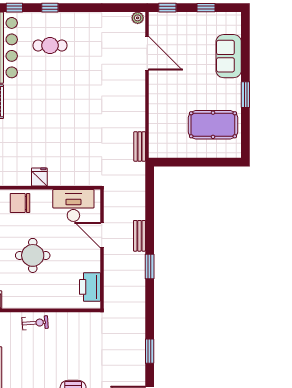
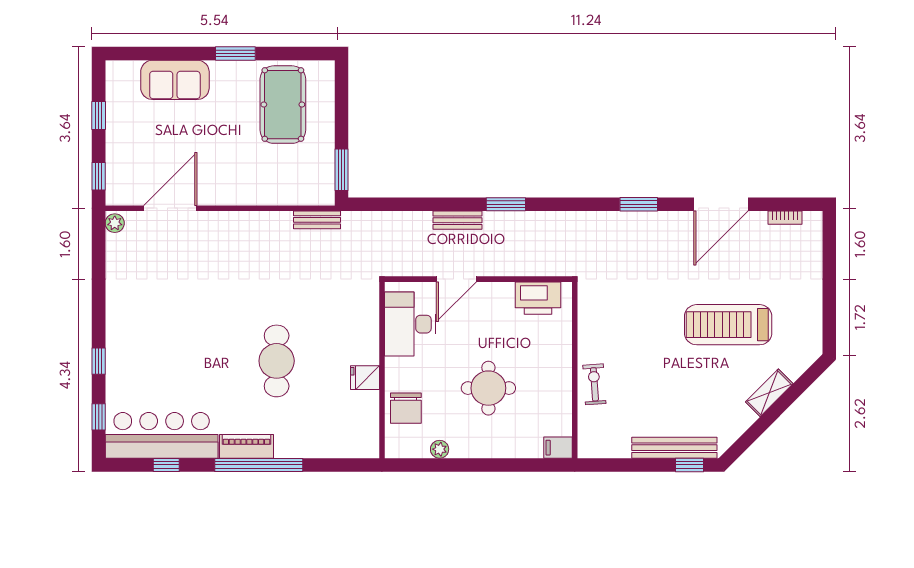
cafe table: (50, 46) -> (277, 361), moved, width x1.37, depth x1.35
window: (171, 162) -> (342, 170), added

